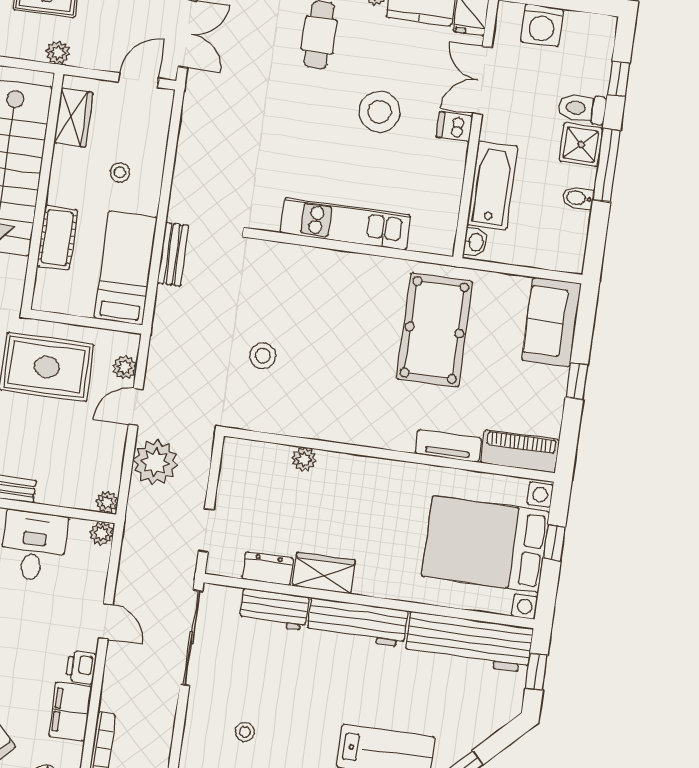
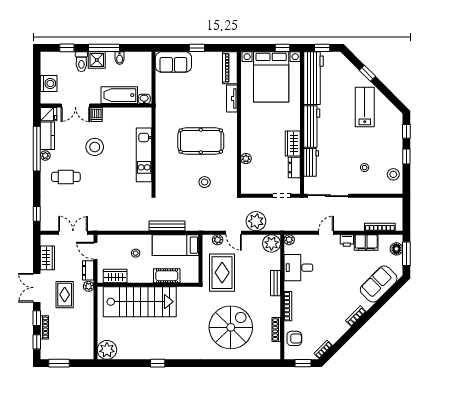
dresser: (95, 57) -> (88, 270), added
bench: (173, 254) -> (167, 226), width x1.36
pool table: (435, 330) -> (201, 141), moved
plant: (107, 502) -> (271, 243), width x1.88, depth x1.88
window: (554, 543) -> (282, 48), moved

